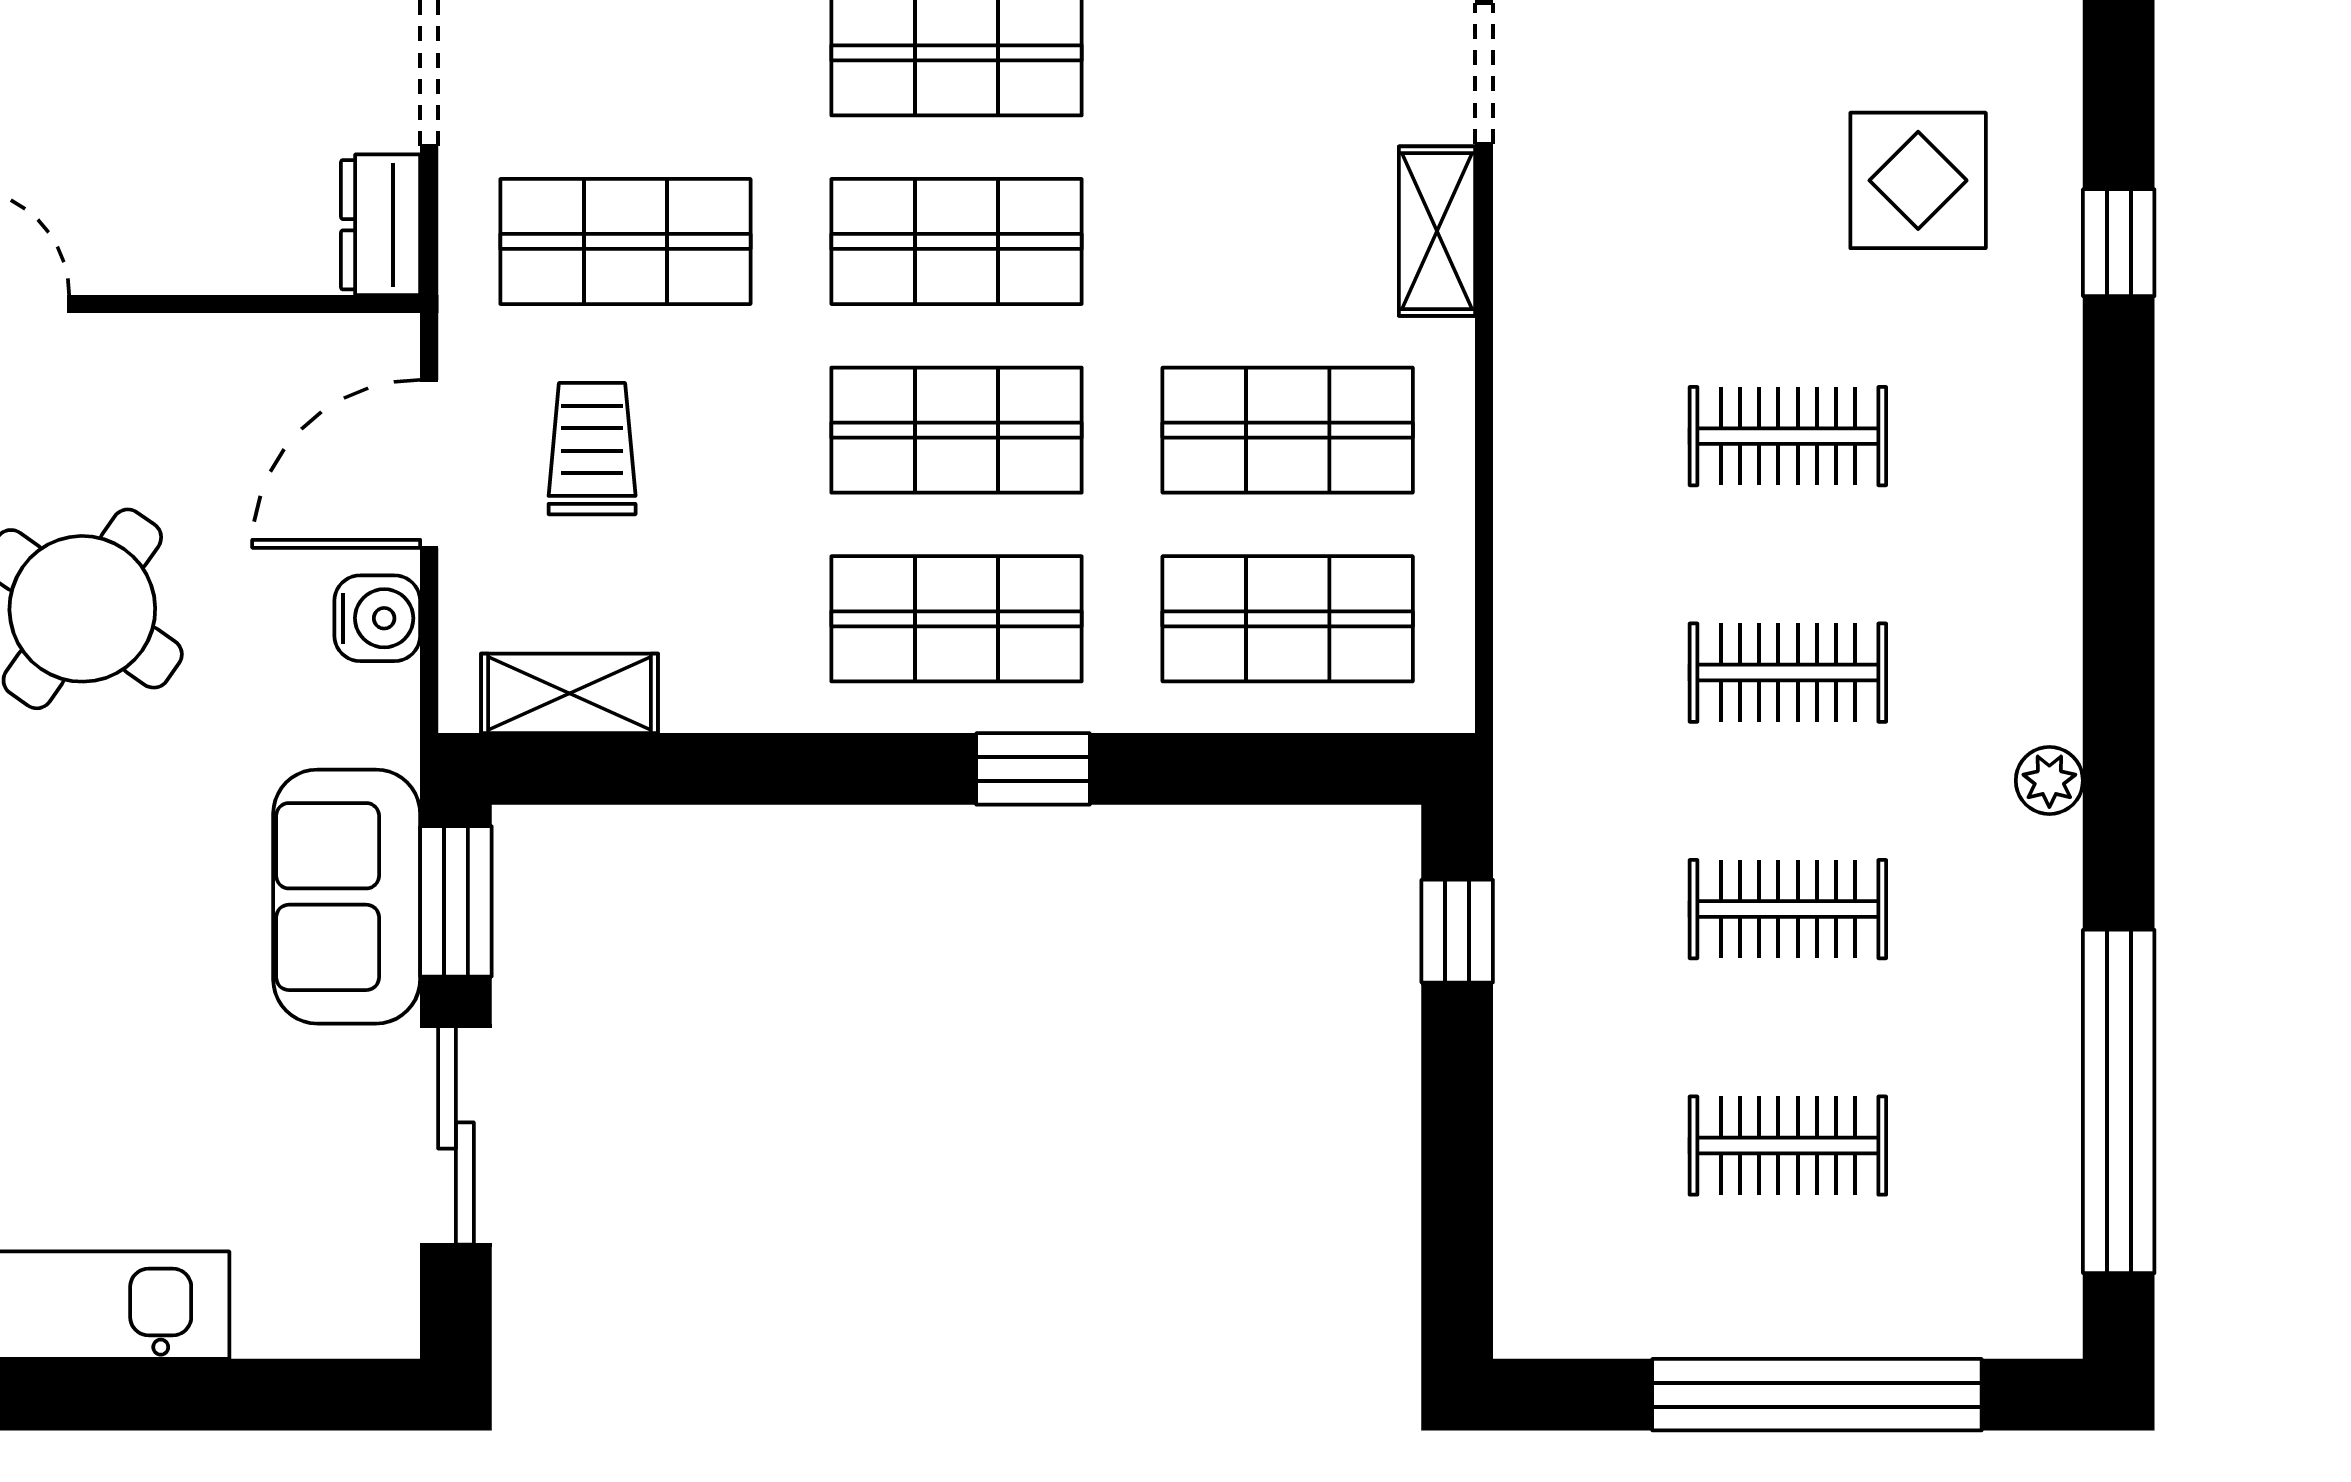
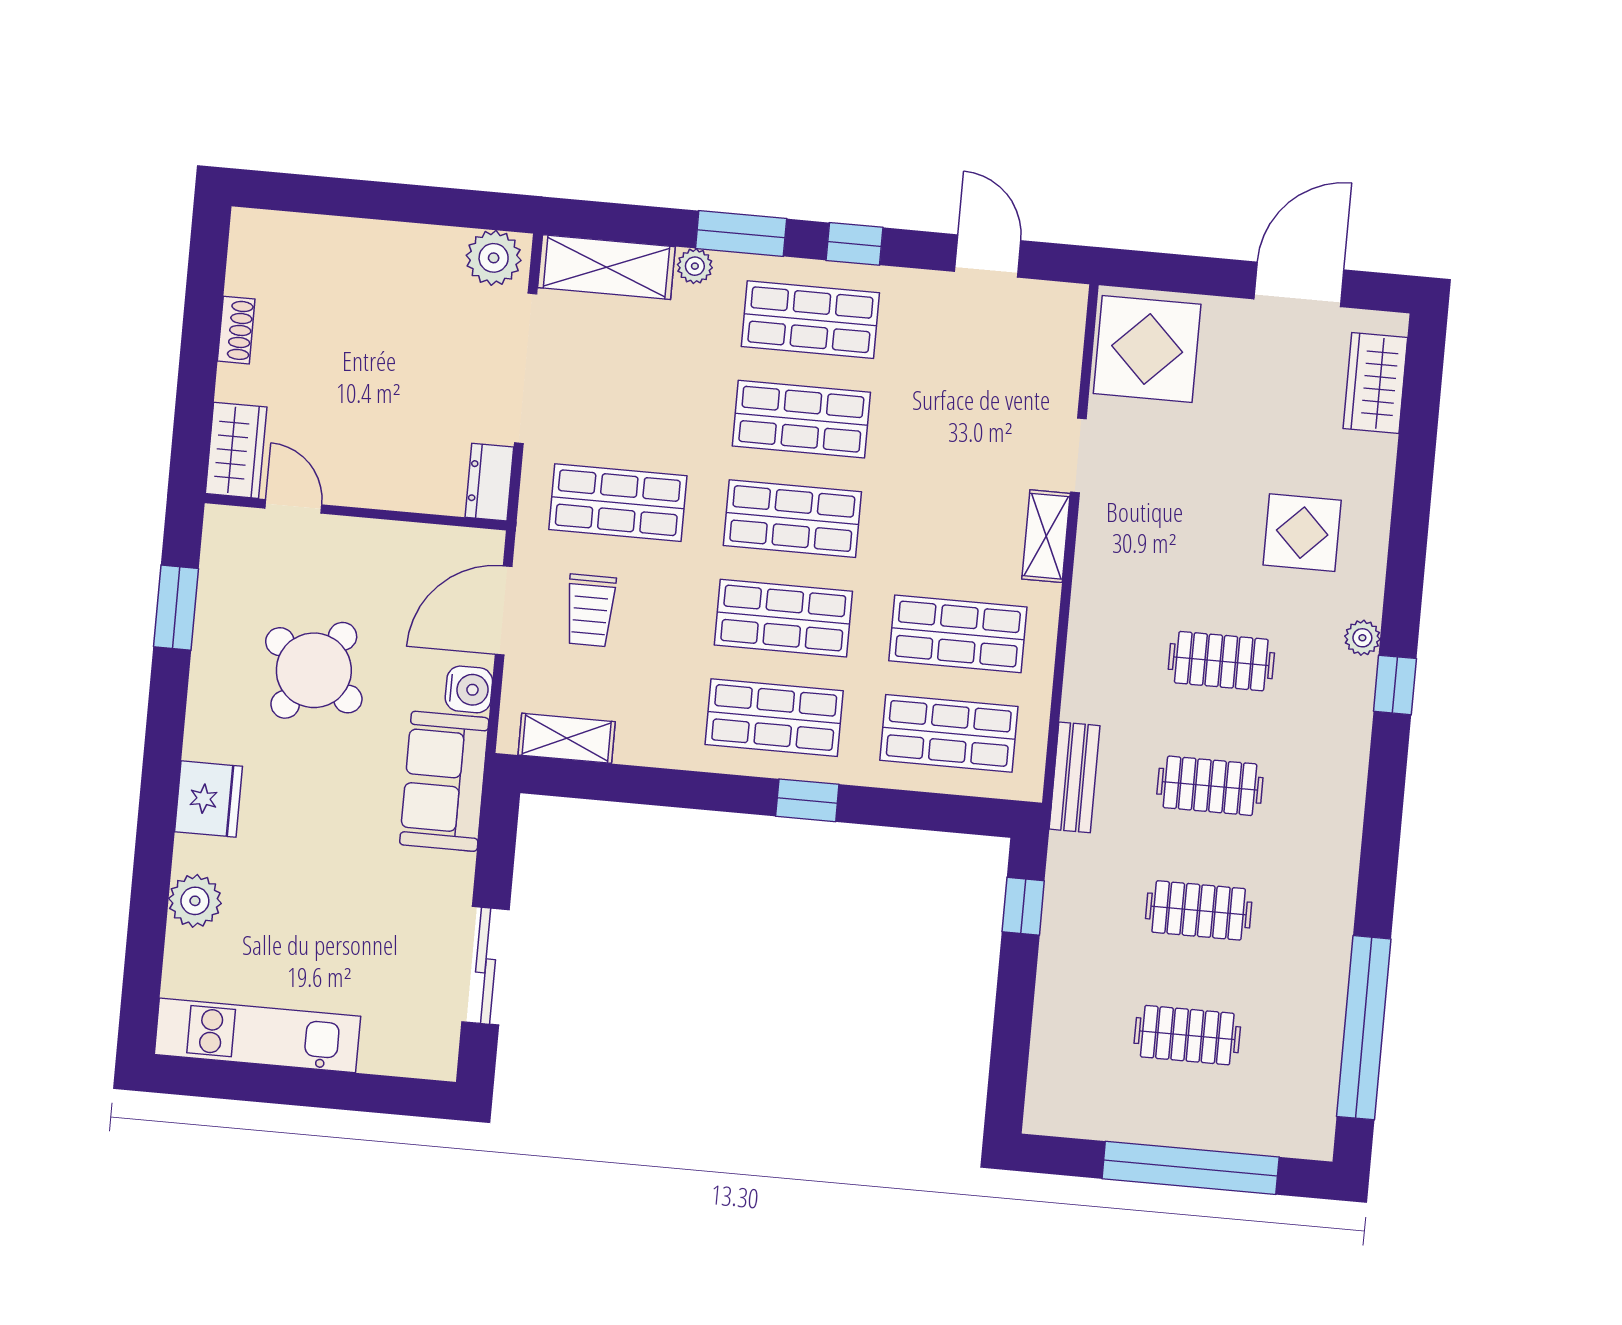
window: (2119, 243) -> (1395, 685), moved
trolley: (592, 449) -> (590, 610), turned 180
bench: (1532, 680) -> (1075, 777), added
plant: (2049, 781) -> (1362, 638), moved
sofa: (347, 897) -> (444, 781), moved
window: (456, 901) -> (497, 842), removed

